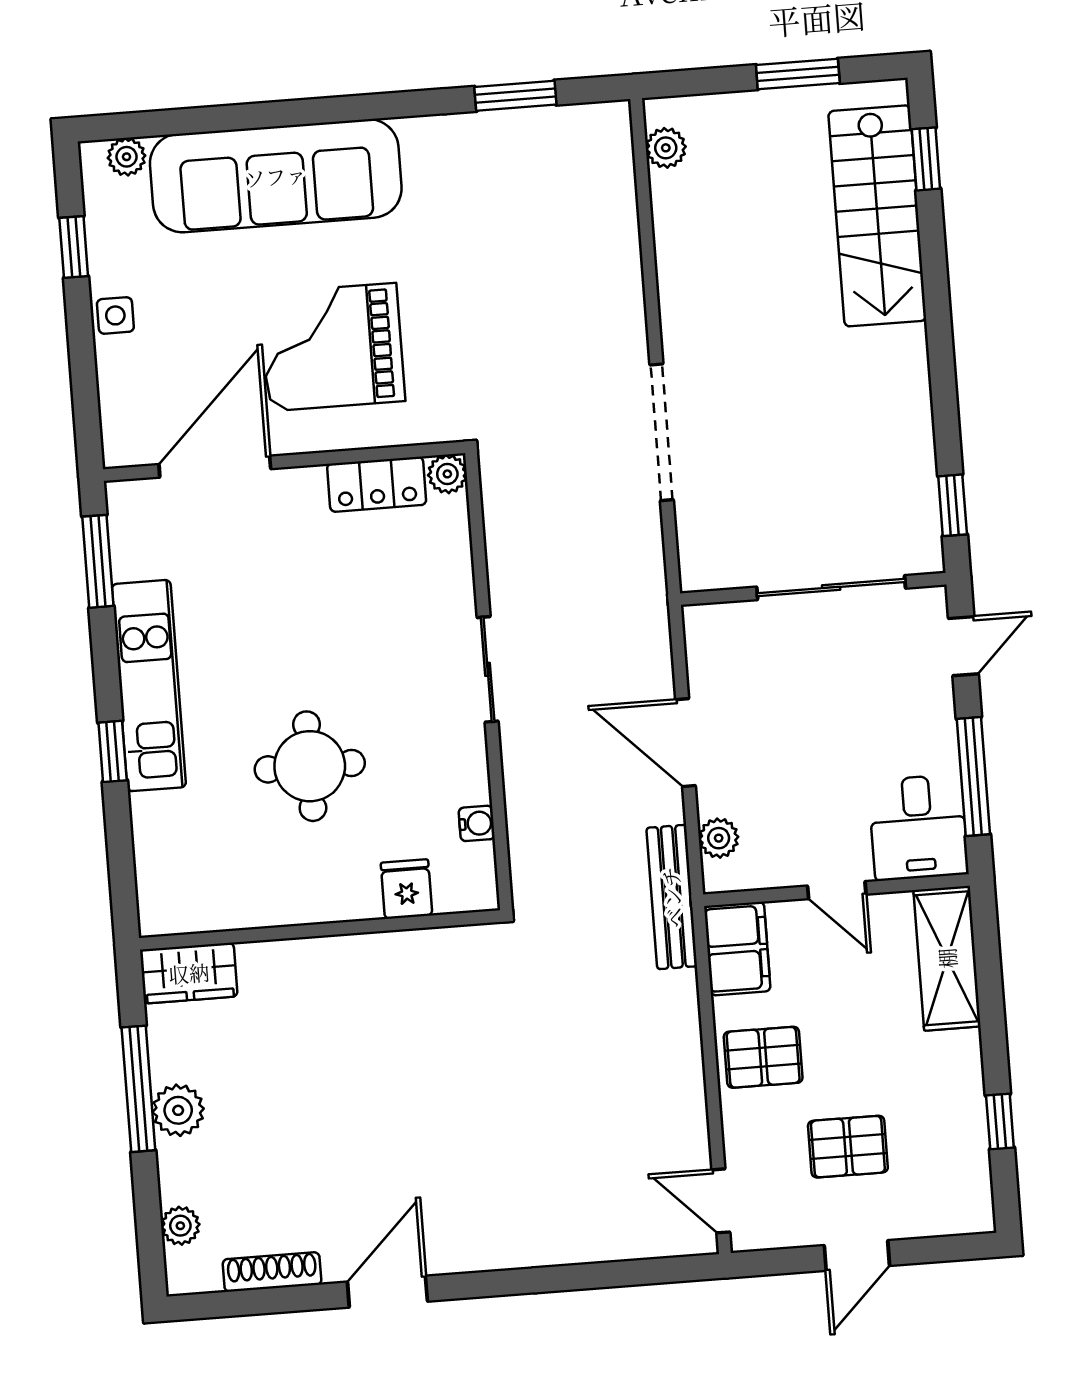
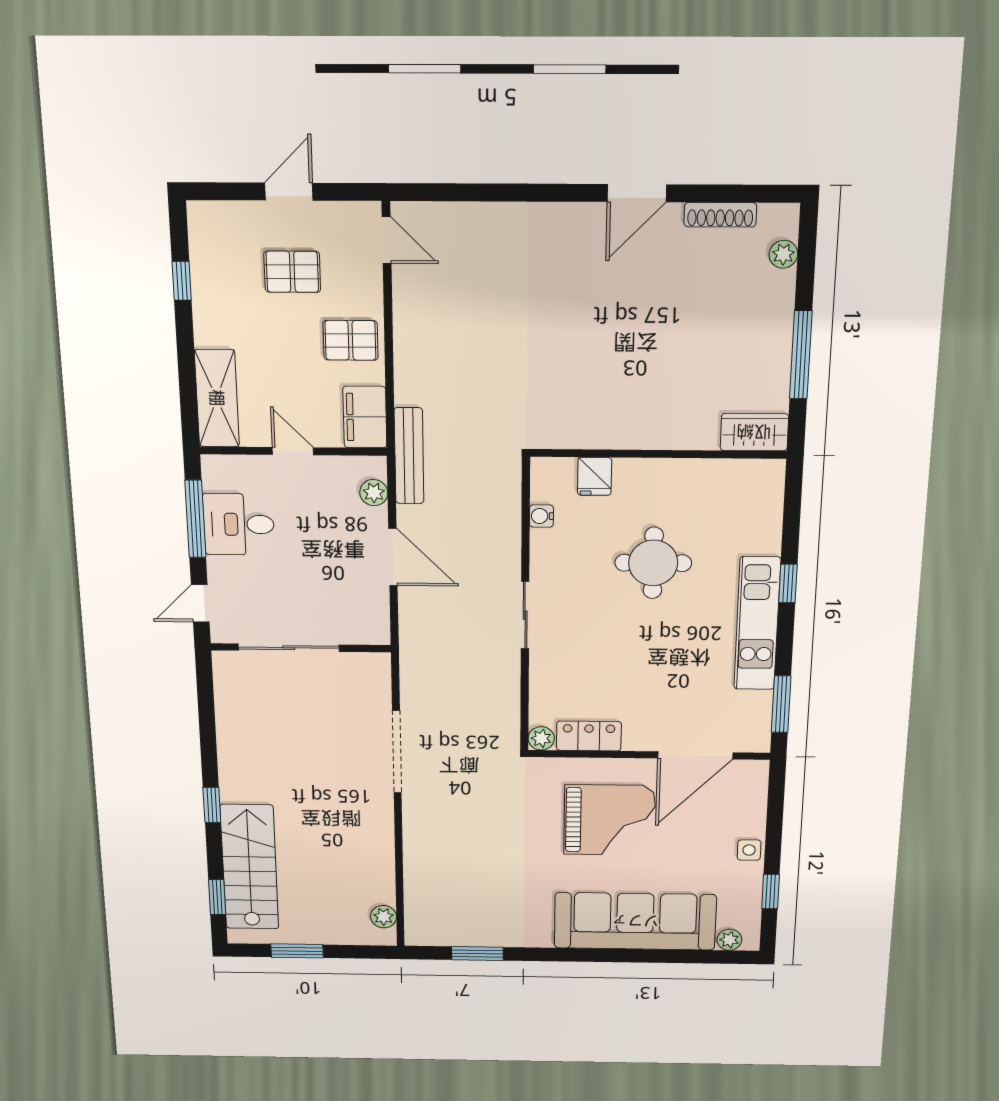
window: (953, 505) -> (212, 805), moved
desk: (918, 827) -> (239, 524), moved, turned -90
plant: (178, 1110) -> (774, 337), removed

